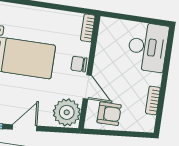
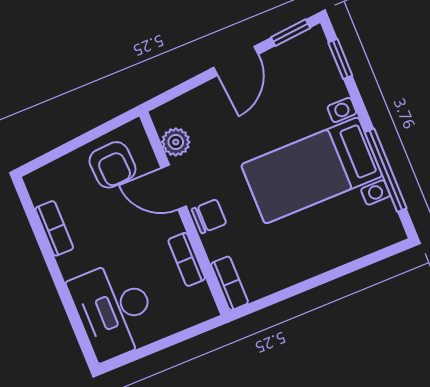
bookcase: (101, 50) -> (187, 259), added
plant: (67, 112) -> (176, 142), width x0.53, depth x0.53
armchair: (109, 114) -> (112, 165), turned -93

